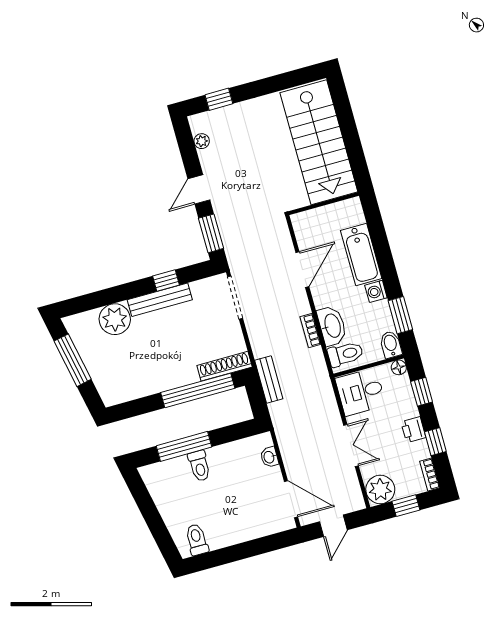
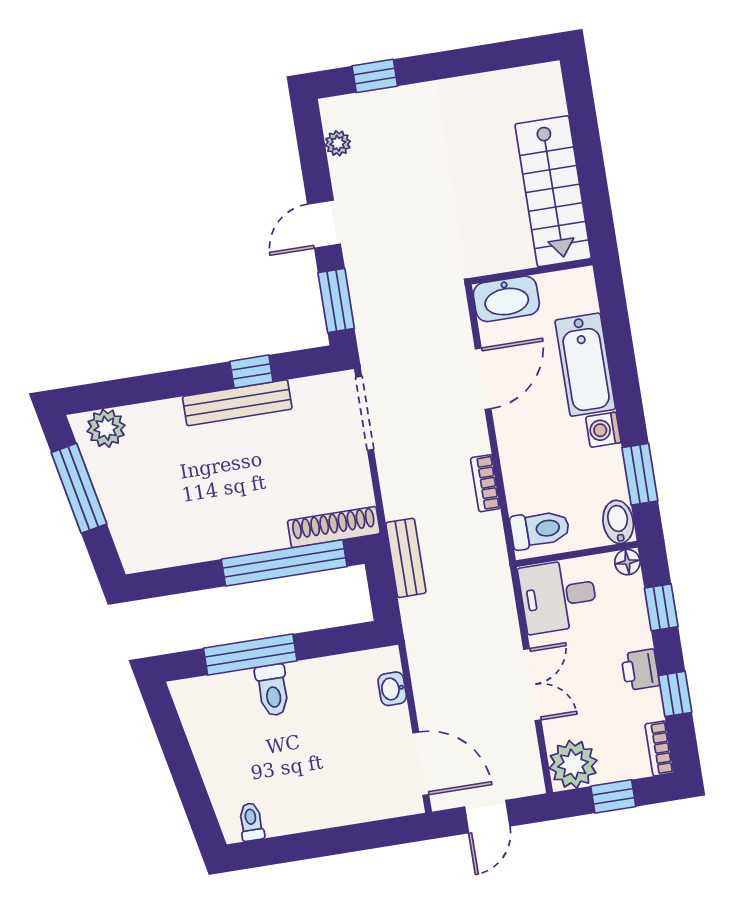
stairs: (319, 142) -> (553, 191), width x0.73, depth x0.66
plant: (115, 319) -> (106, 428), moved, width x0.73, depth x0.73
washbasin: (332, 326) -> (506, 299), moved, turned 90
toilet: (197, 540) -> (251, 822), width x0.73, depth x0.72

